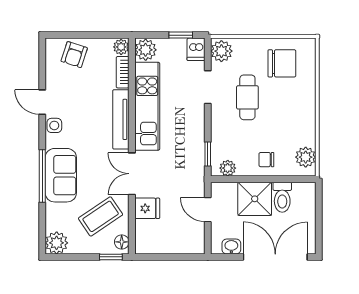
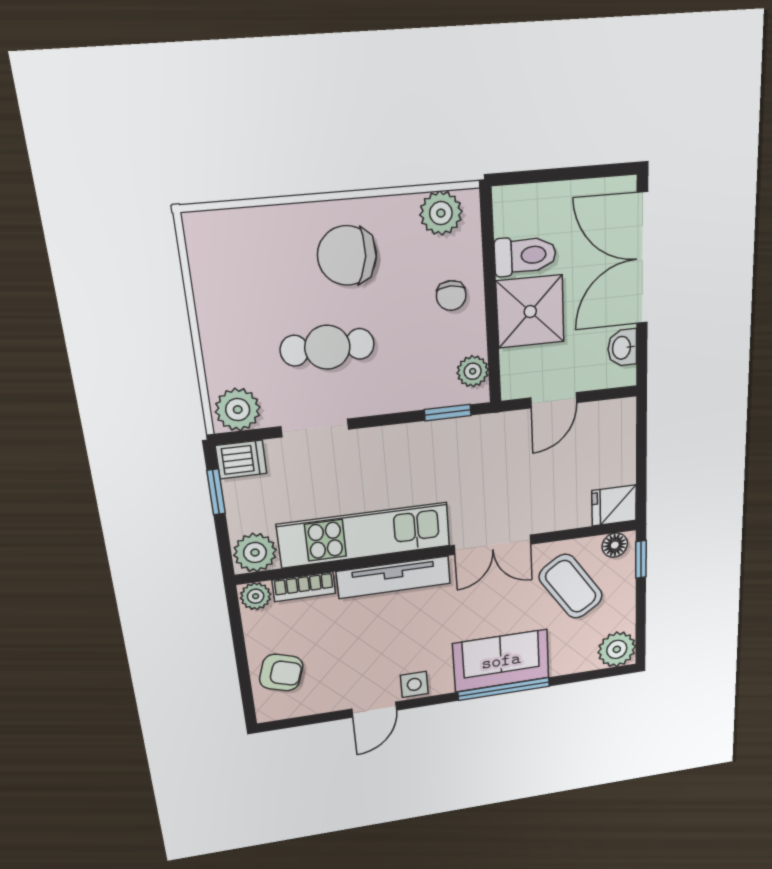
chair: (282, 63) -> (347, 256), moved, turned -83
fridge: (147, 208) -> (614, 505), moved, turned -90

